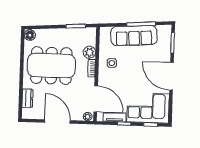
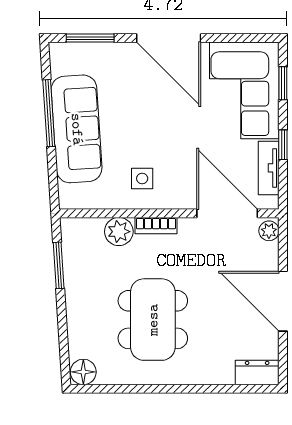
dining table: (51, 66) -> (153, 320), width x0.73, depth x0.80
door: (172, 76) -> (169, 38), hinge flipped
dresser: (28, 98) -> (257, 372), moved
door: (96, 99) -> (227, 213), hinge flipped
door: (57, 121) -> (283, 301), hinge flipped

